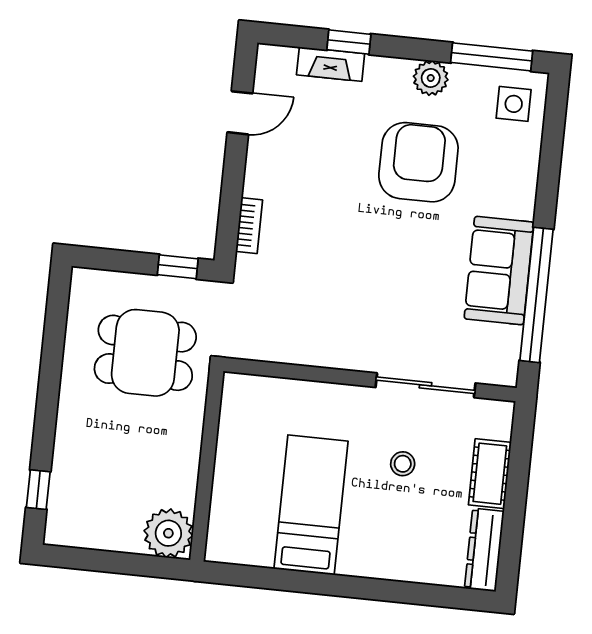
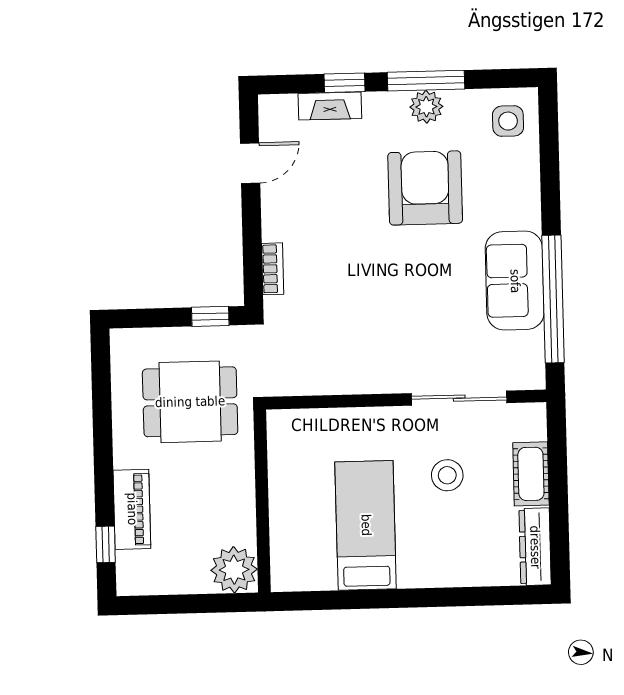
window: (492, 57) -> (426, 81), moved
piano: (70, 457) -> (132, 509), added
stool: (403, 464) -> (447, 475), width x1.37, depth x1.37

